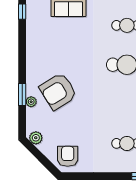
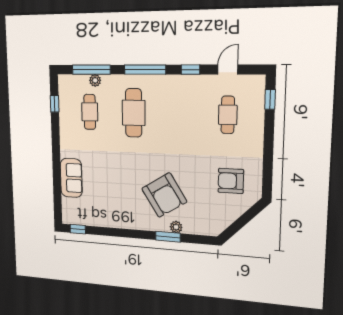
plant: (36, 138) -> (219, 225), removed
armchair: (68, 156) -> (231, 181), moved

